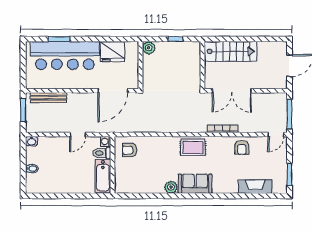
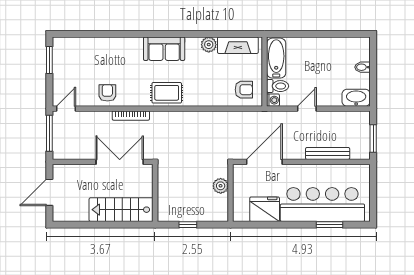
plant: (149, 48) -> (221, 186), moved
bench: (48, 98) -> (328, 153), moved
washbasin: (32, 141) -> (356, 98), width x1.91, depth x1.45
plant: (171, 187) -> (209, 45), moved
fireplace: (255, 187) -> (238, 45), moved

